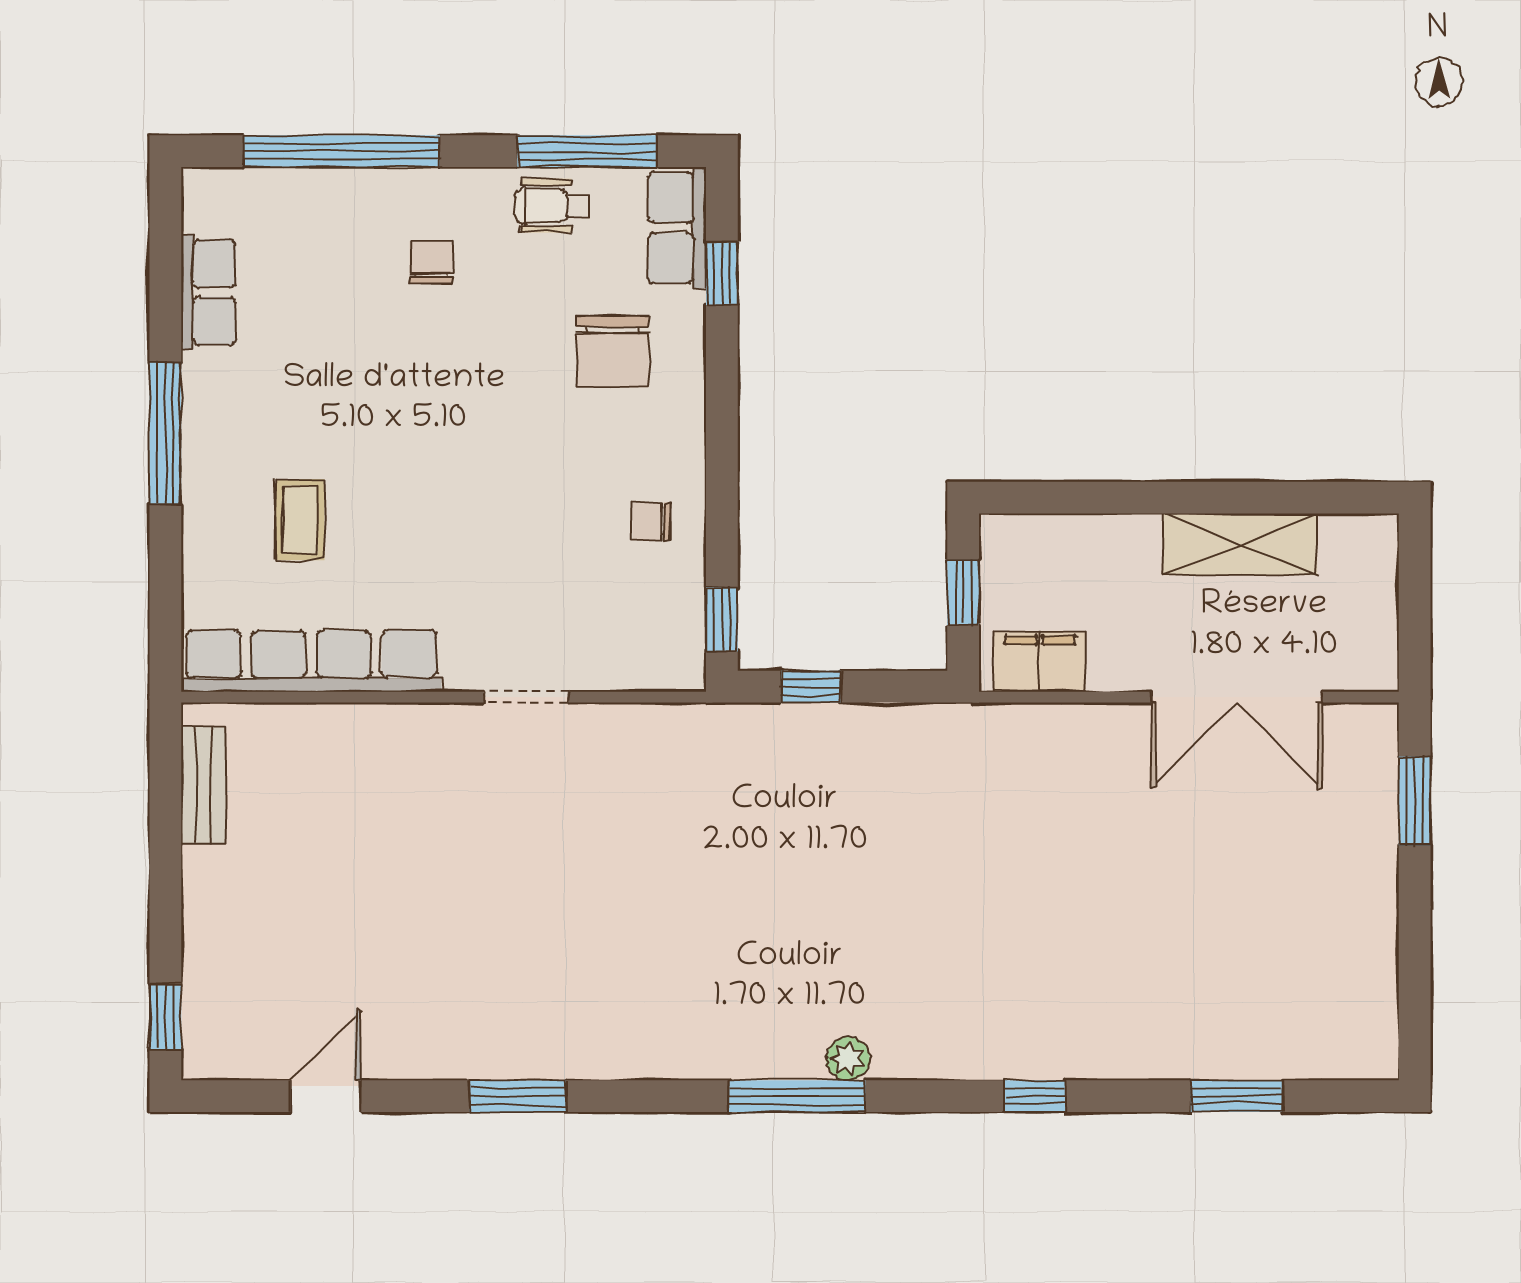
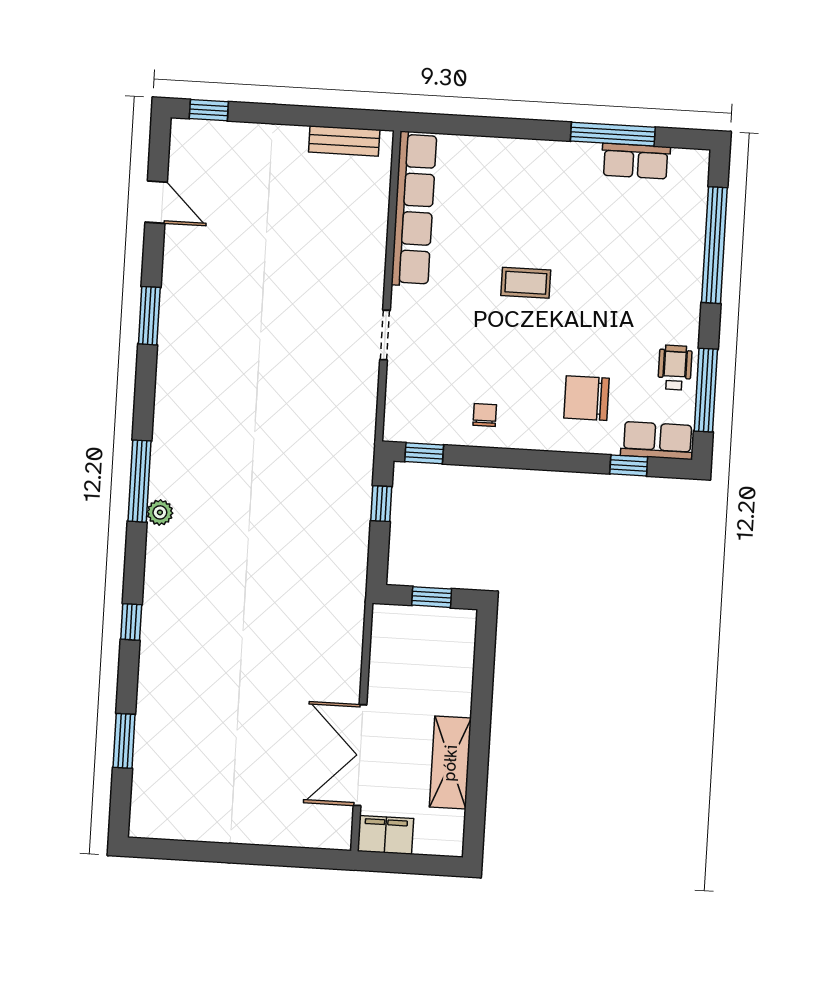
chair: (431, 262) -> (646, 294), removed
window: (165, 433) -> (613, 134), moved
coffee table: (300, 520) -> (526, 283), moved
filing cabinet: (1040, 661) -> (386, 835), moved, turned -90
window: (1415, 801) -> (292, 857), removed

